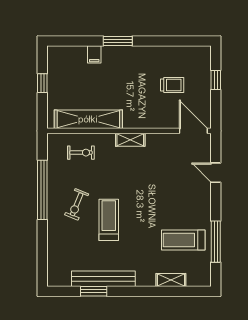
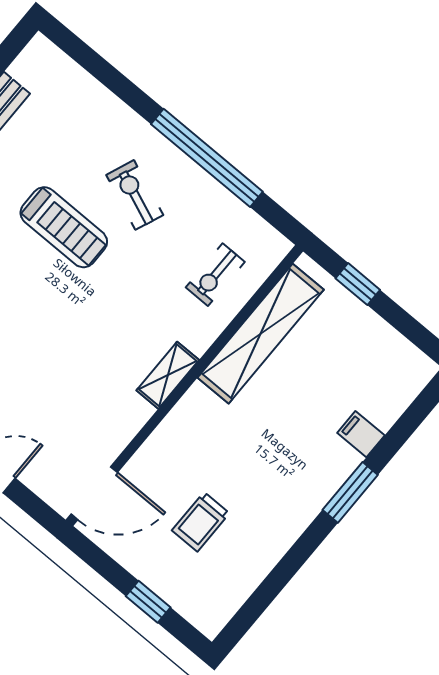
window: (42, 83) -> (358, 284), moved

